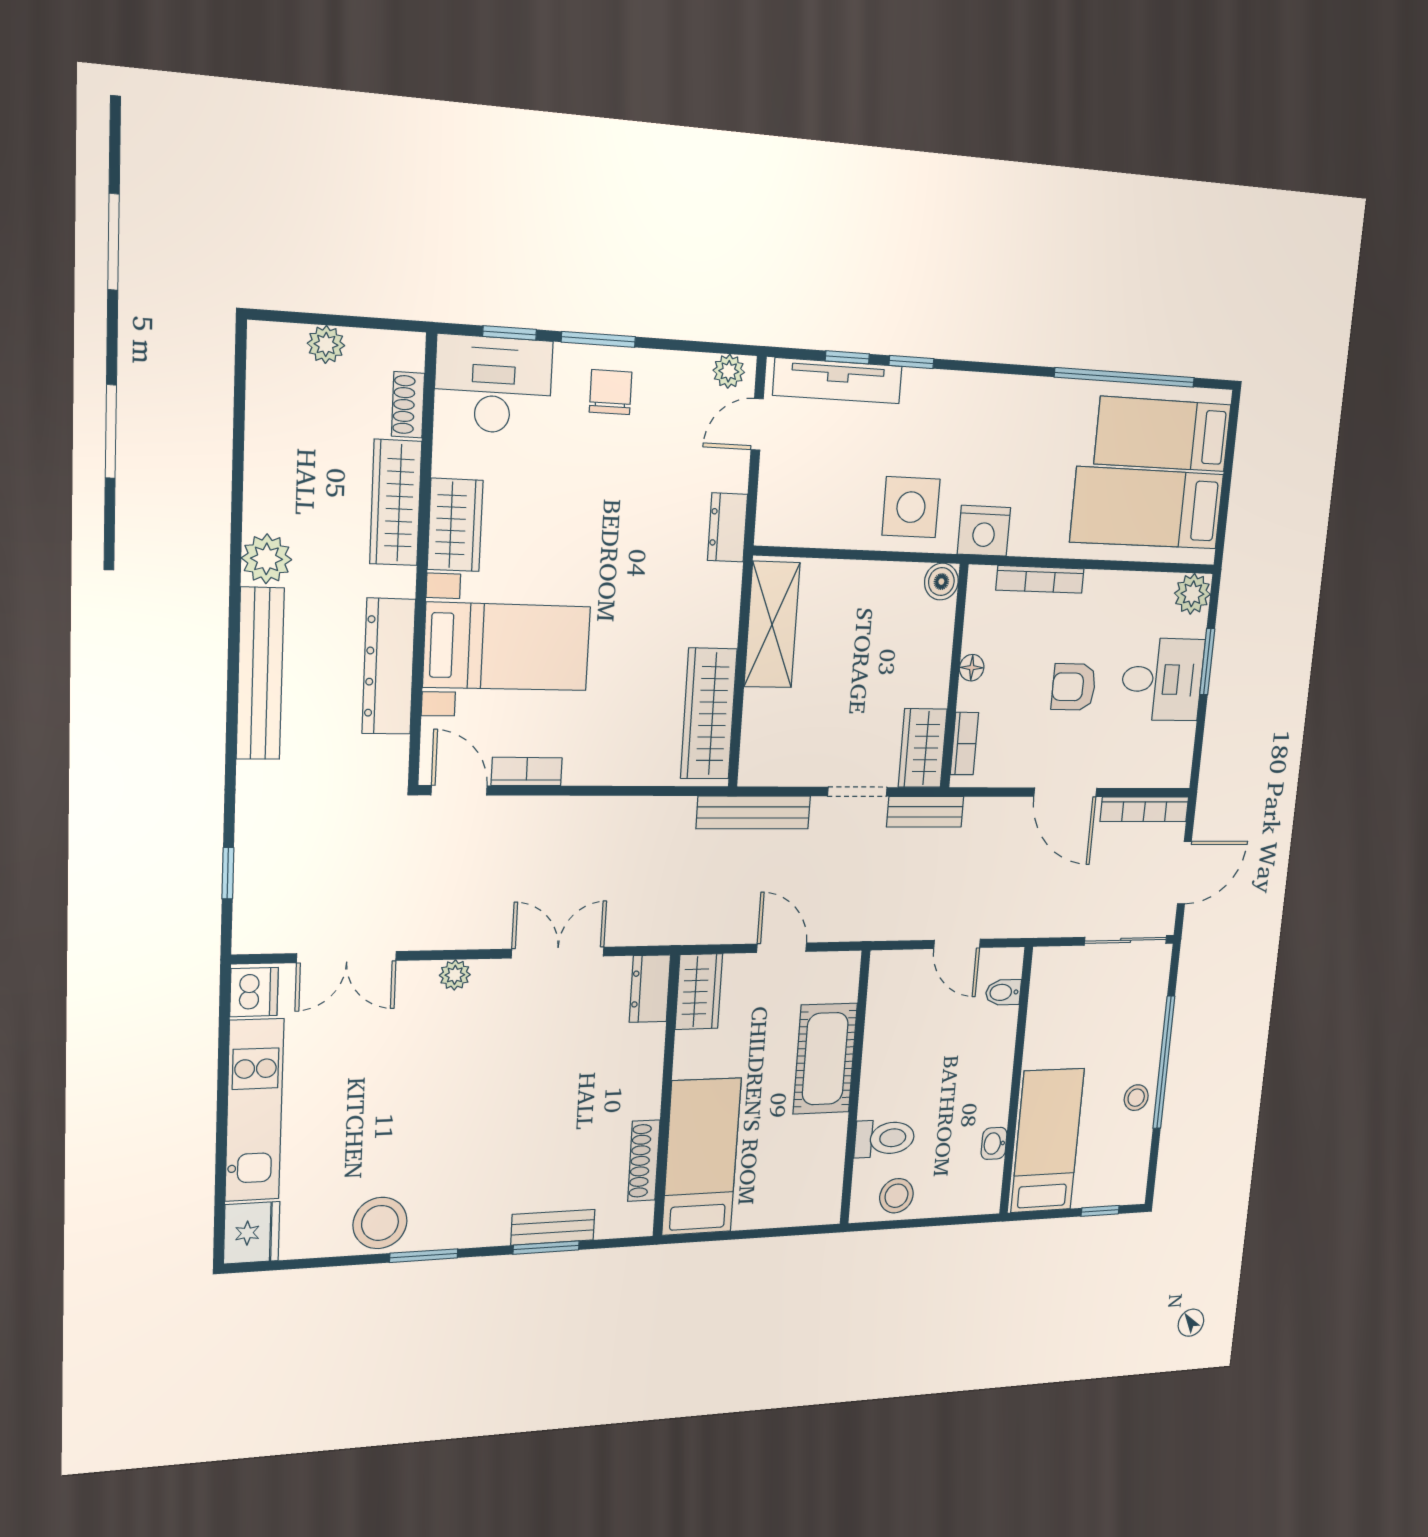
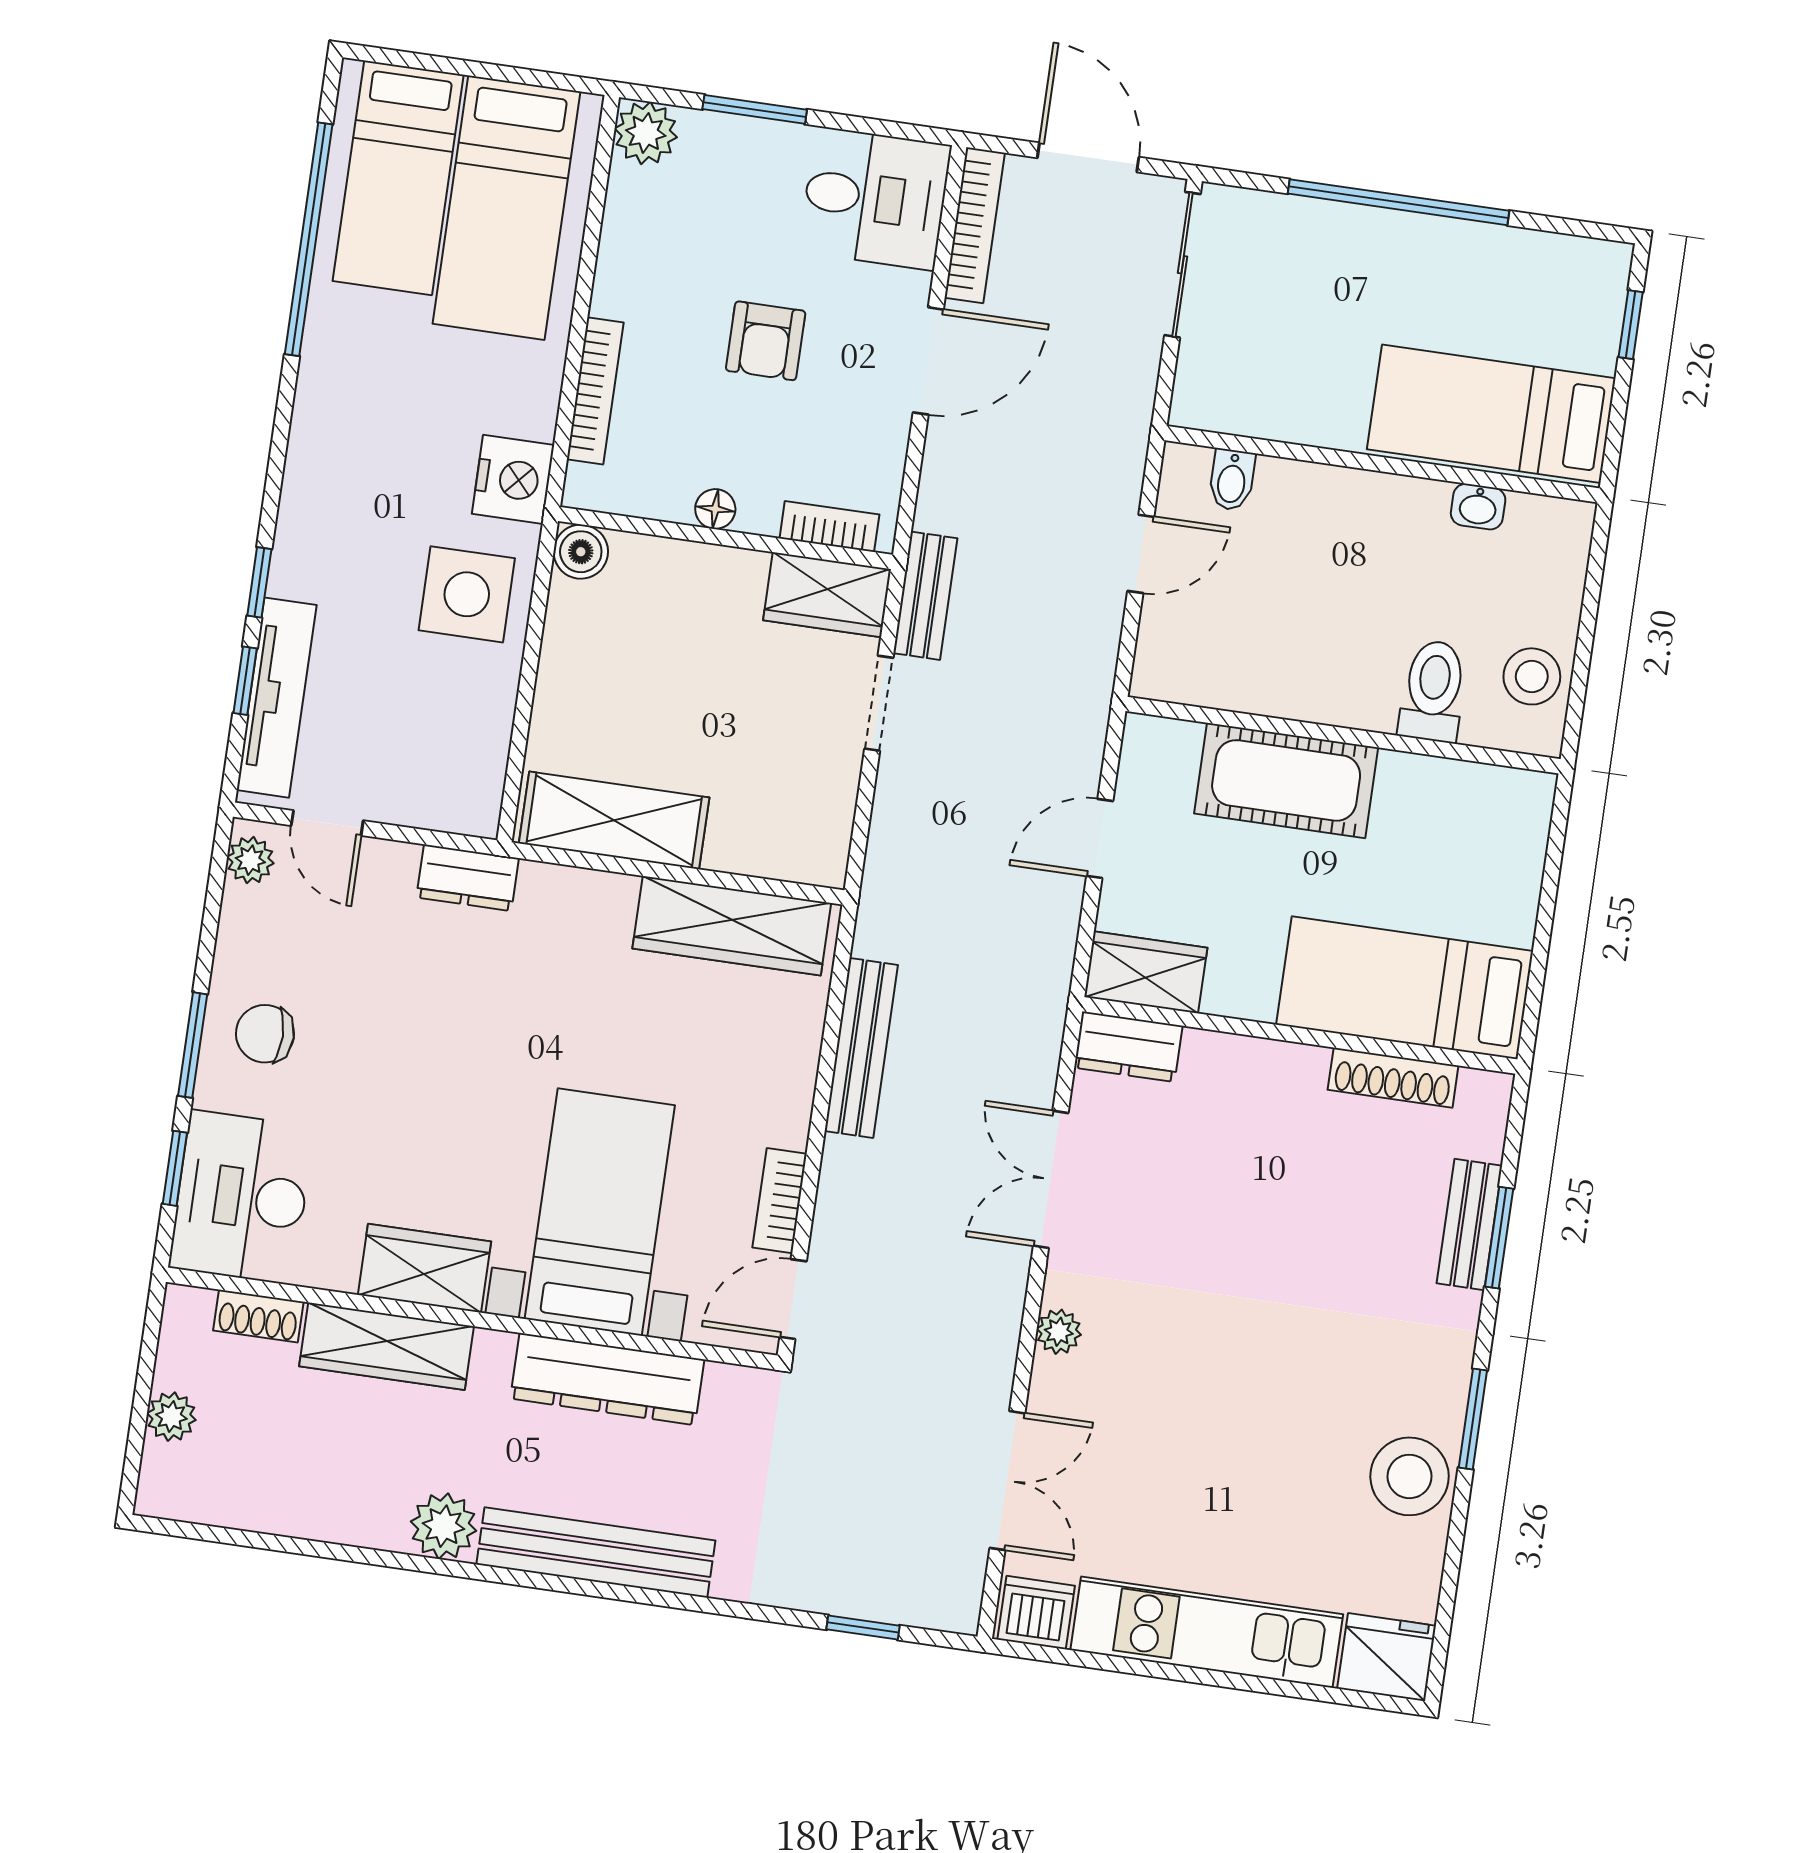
desk: (1162, 679) -> (875, 198), moved, turned 90
bench: (754, 812) -> (861, 1048), moved
stool: (1136, 1098) -> (1449, 254), removed

